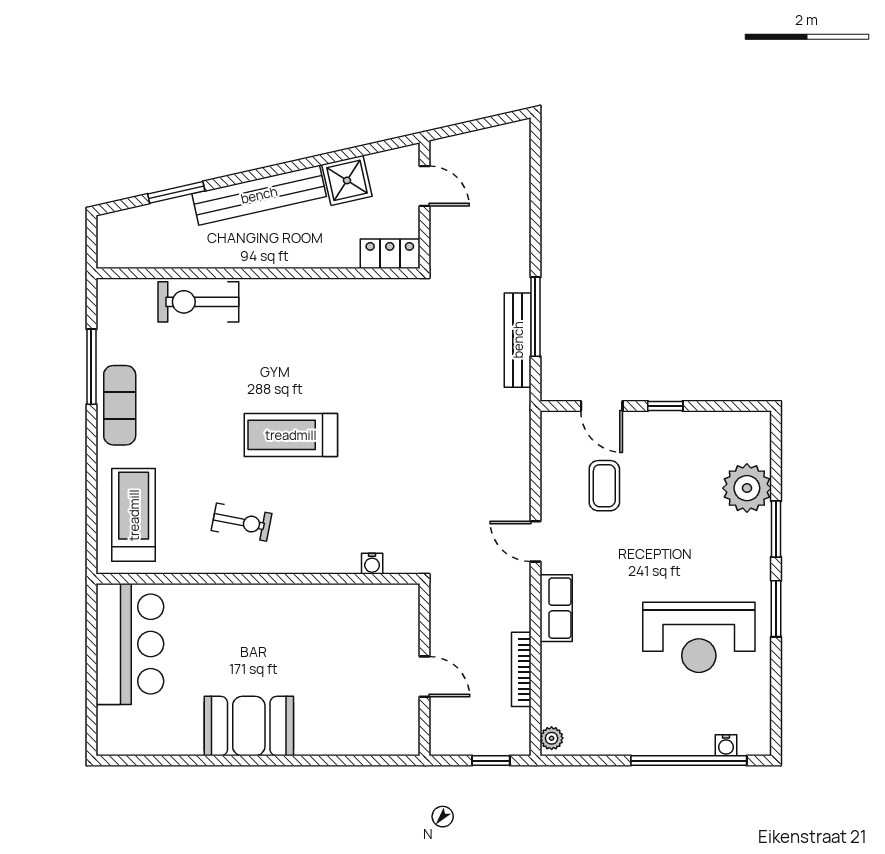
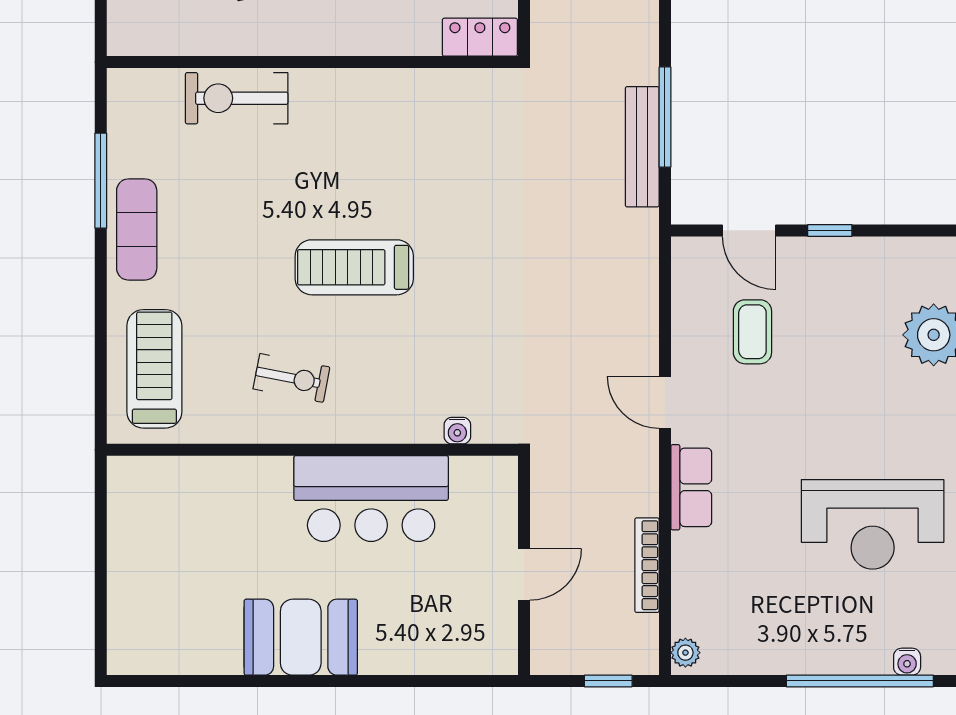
bar counter: (130, 644) -> (371, 499), moved, turned 90
door: (424, 677) -> (524, 574), hinge flipped

